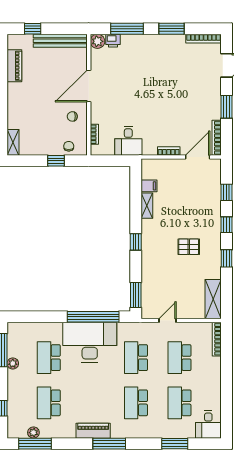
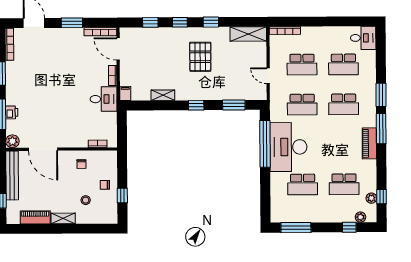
printer: (113, 41) -> (12, 112), moved
door: (89, 86) -> (43, 149), moved
stool: (33, 121) -> (86, 200), added
desk: (128, 141) -> (104, 99), moved
shelving: (13, 142) -> (63, 218), moved
chair: (69, 146) -> (105, 185), moved
window: (56, 161) -> (122, 196), moved
filing cabinet: (149, 186) -> (125, 93), moved
pallet: (189, 247) -> (200, 57), width x1.50, depth x1.42
window: (136, 295) -> (234, 105), moved
plant: (13, 363) -> (361, 217), moved
window: (35, 444) -> (382, 197), width x0.46
window: (175, 444) -> (381, 95), moved

